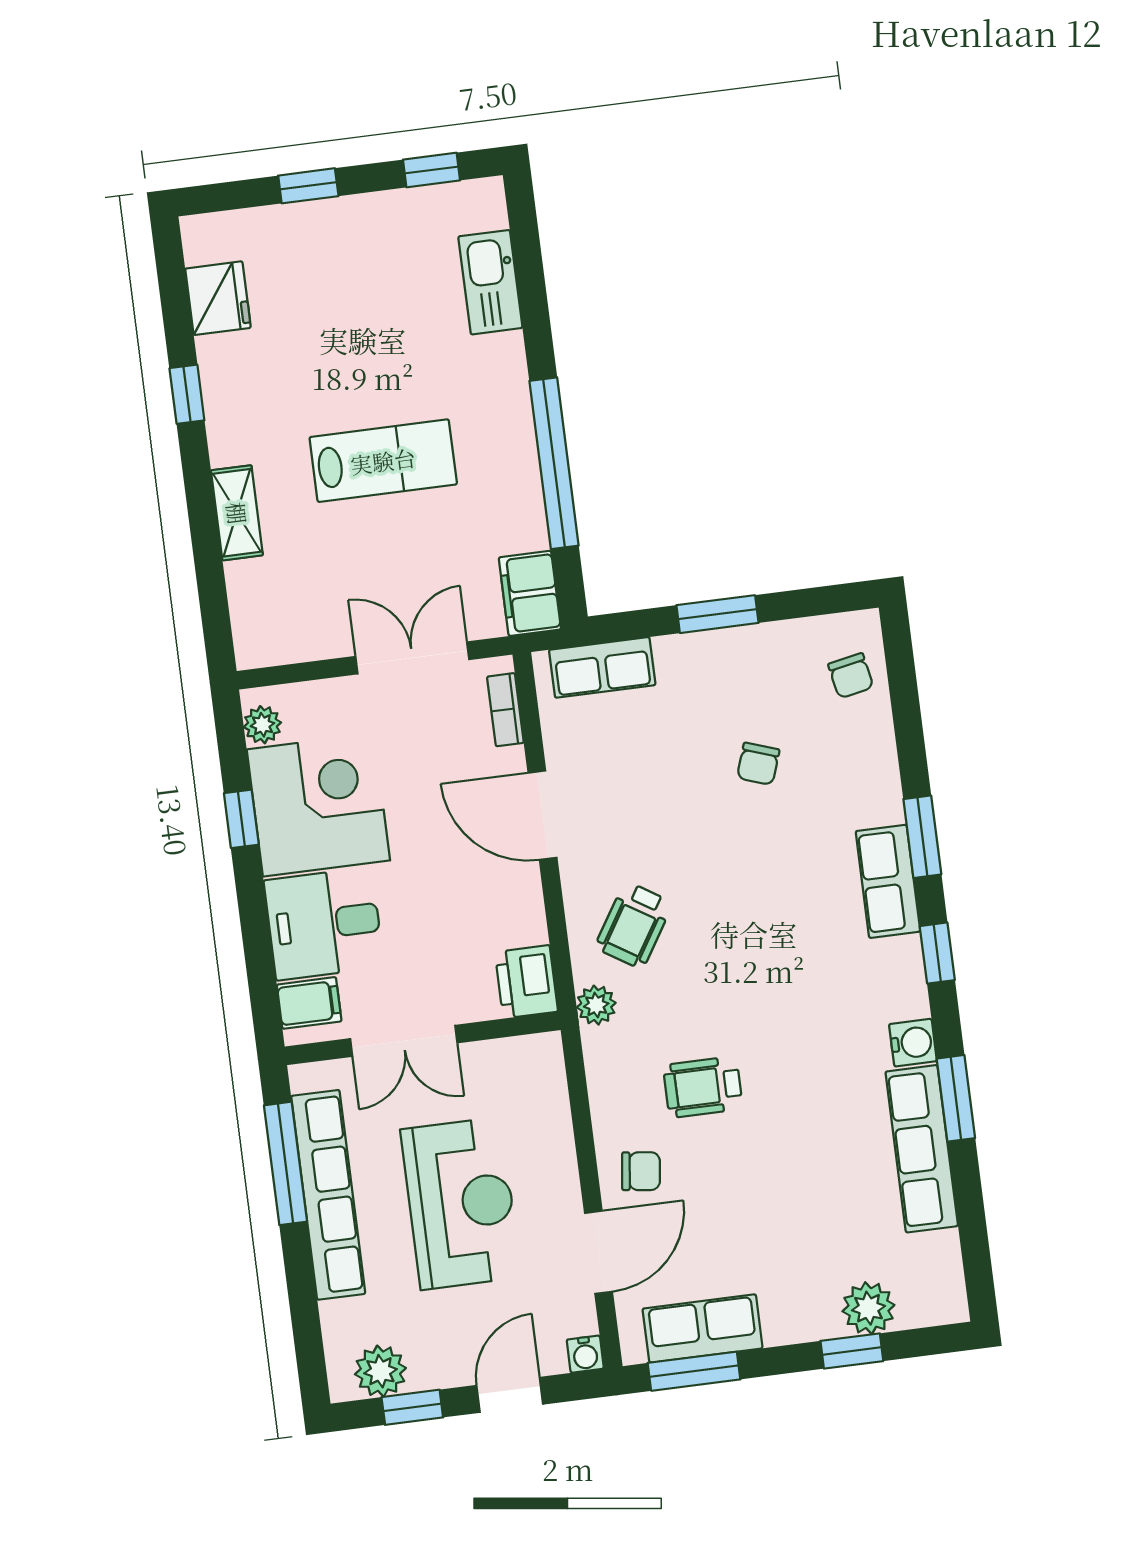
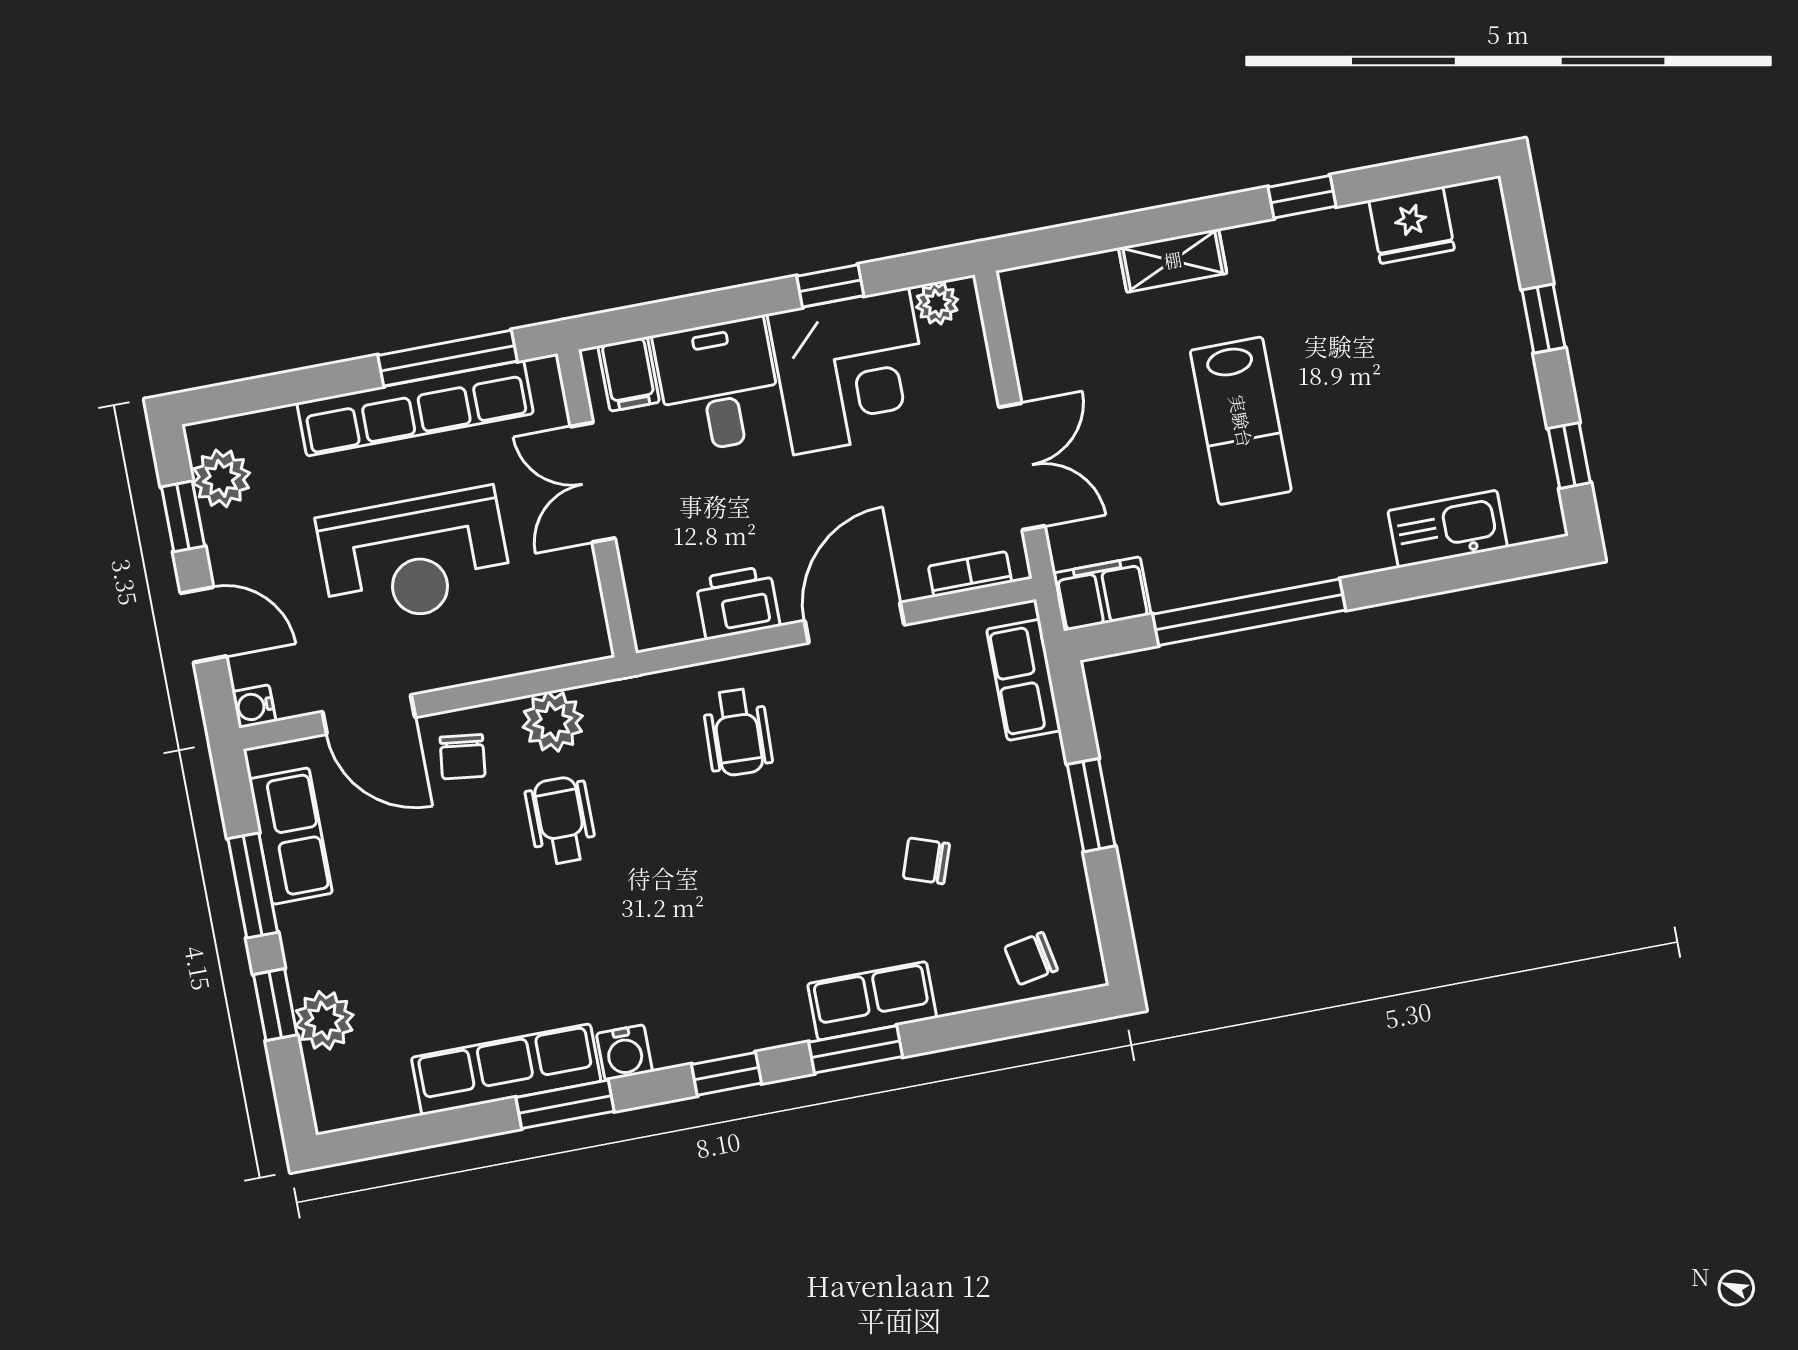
row of seats: (888, 881) -> (872, 1001), moved
wheelchair: (634, 925) -> (737, 732), turned -120
printer: (526, 982) -> (738, 602), moved
plant: (596, 1005) -> (553, 721), moved, width x1.38, depth x1.38
window: (694, 1371) -> (253, 886), moved

